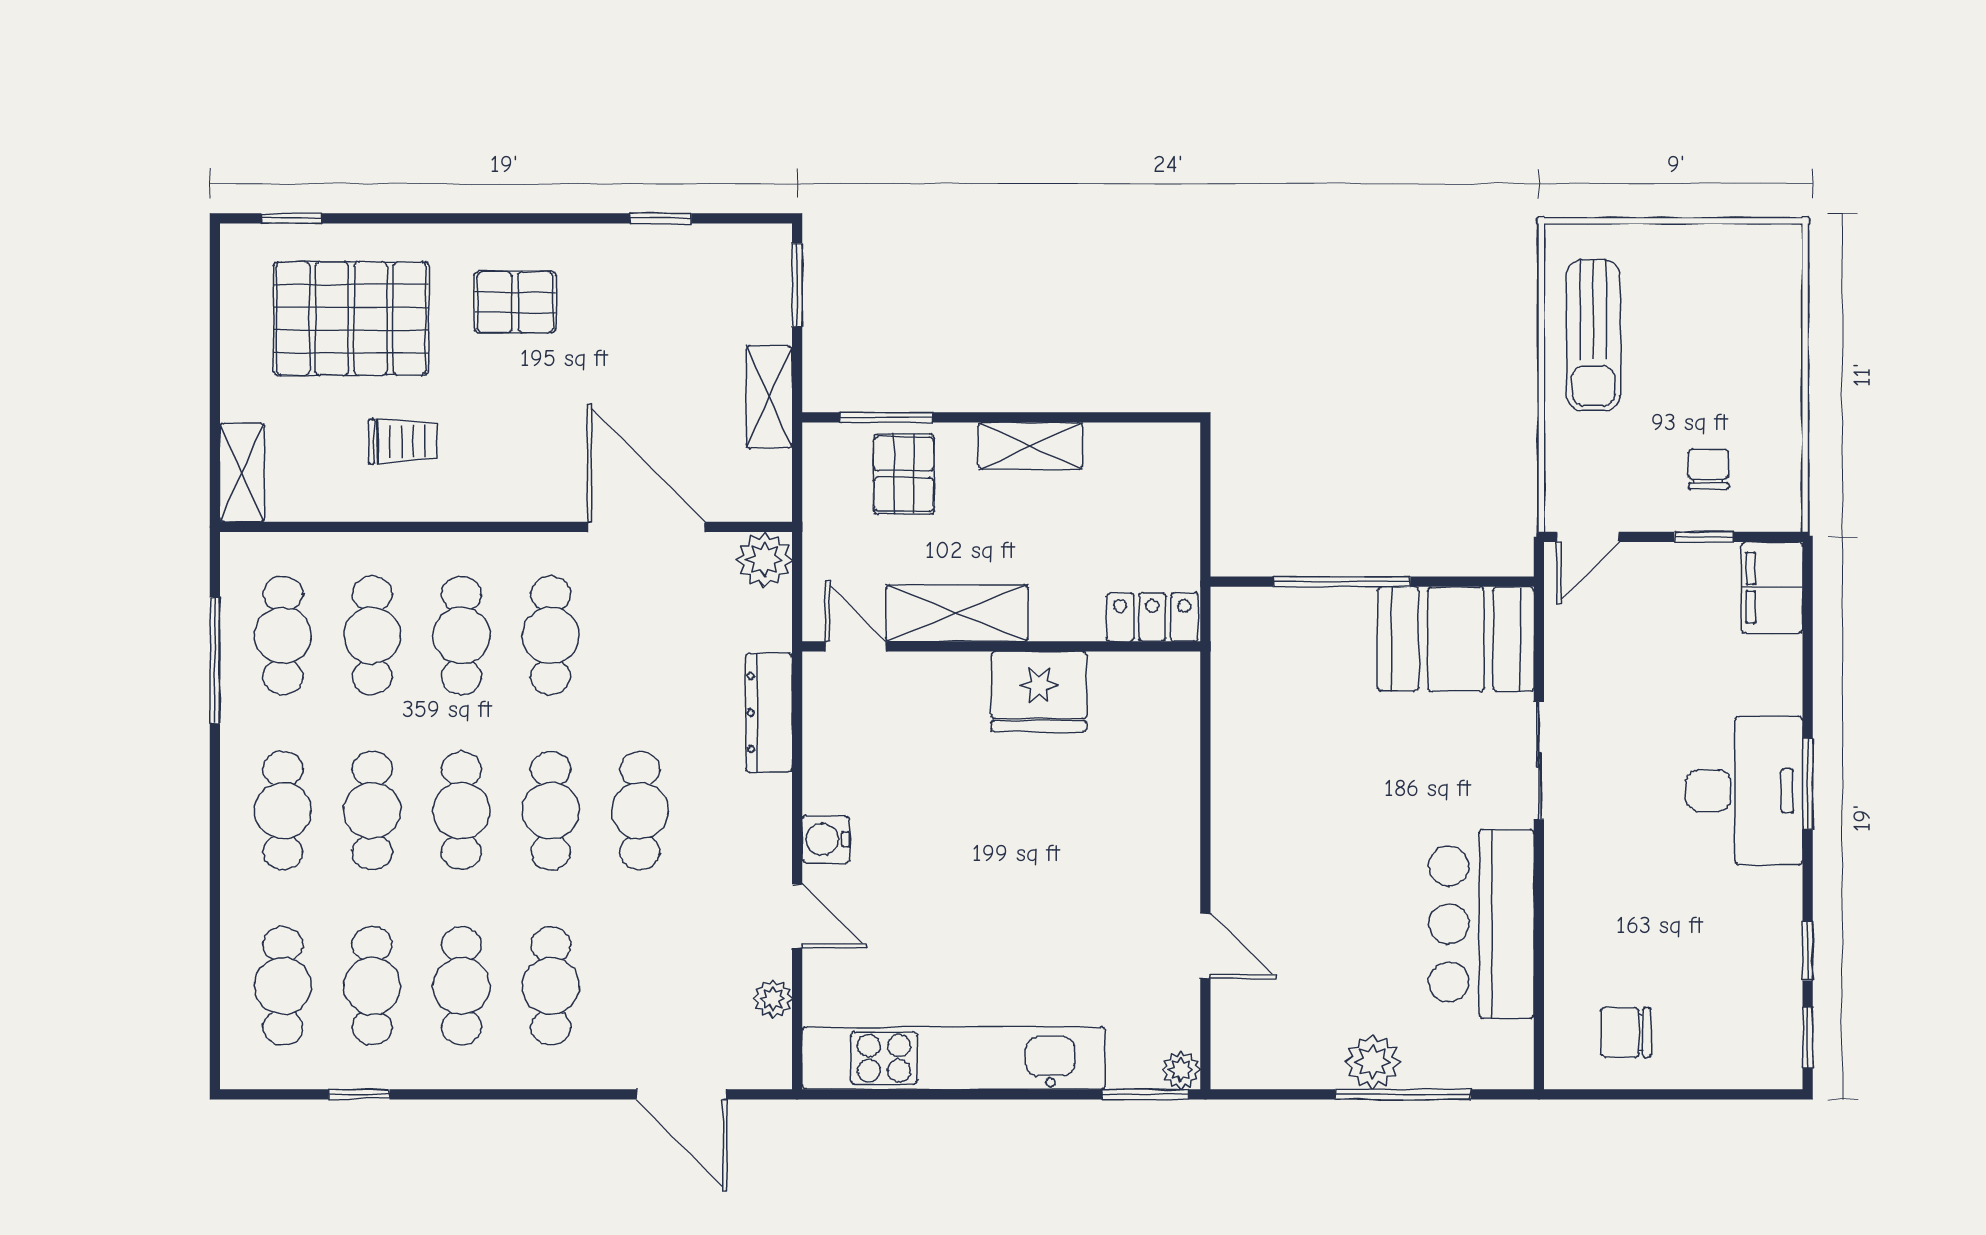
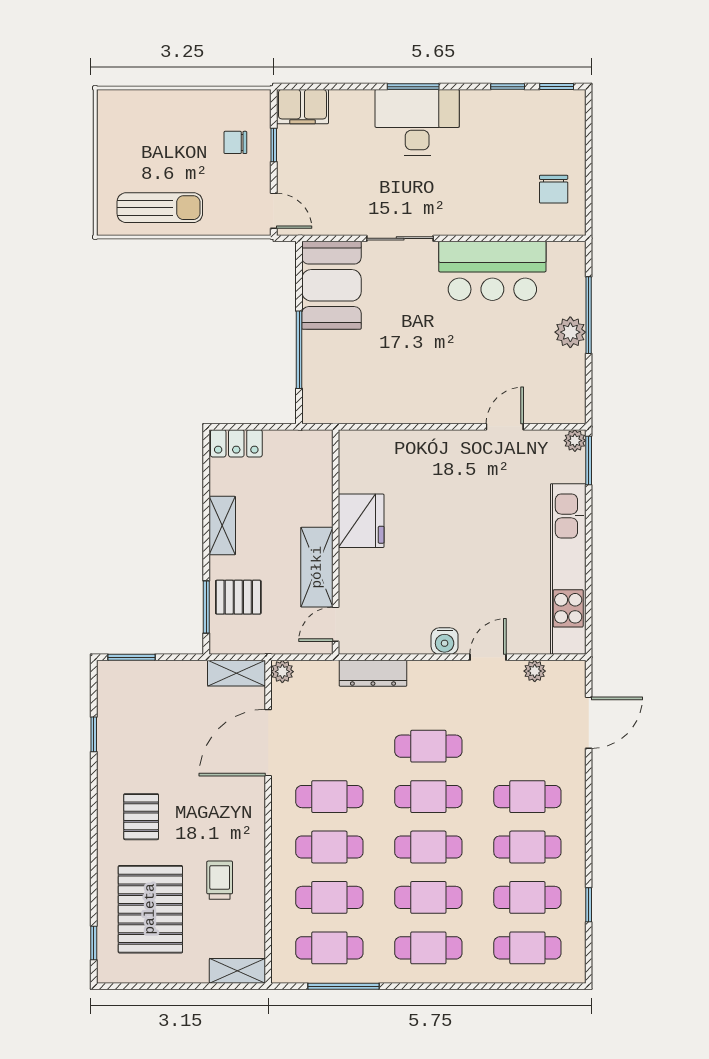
shelving: (769, 397) -> (236, 673), moved
plant: (764, 560) -> (282, 672), width x0.73, depth x0.73
locker: (1152, 617) -> (236, 443), moved, turned -90

